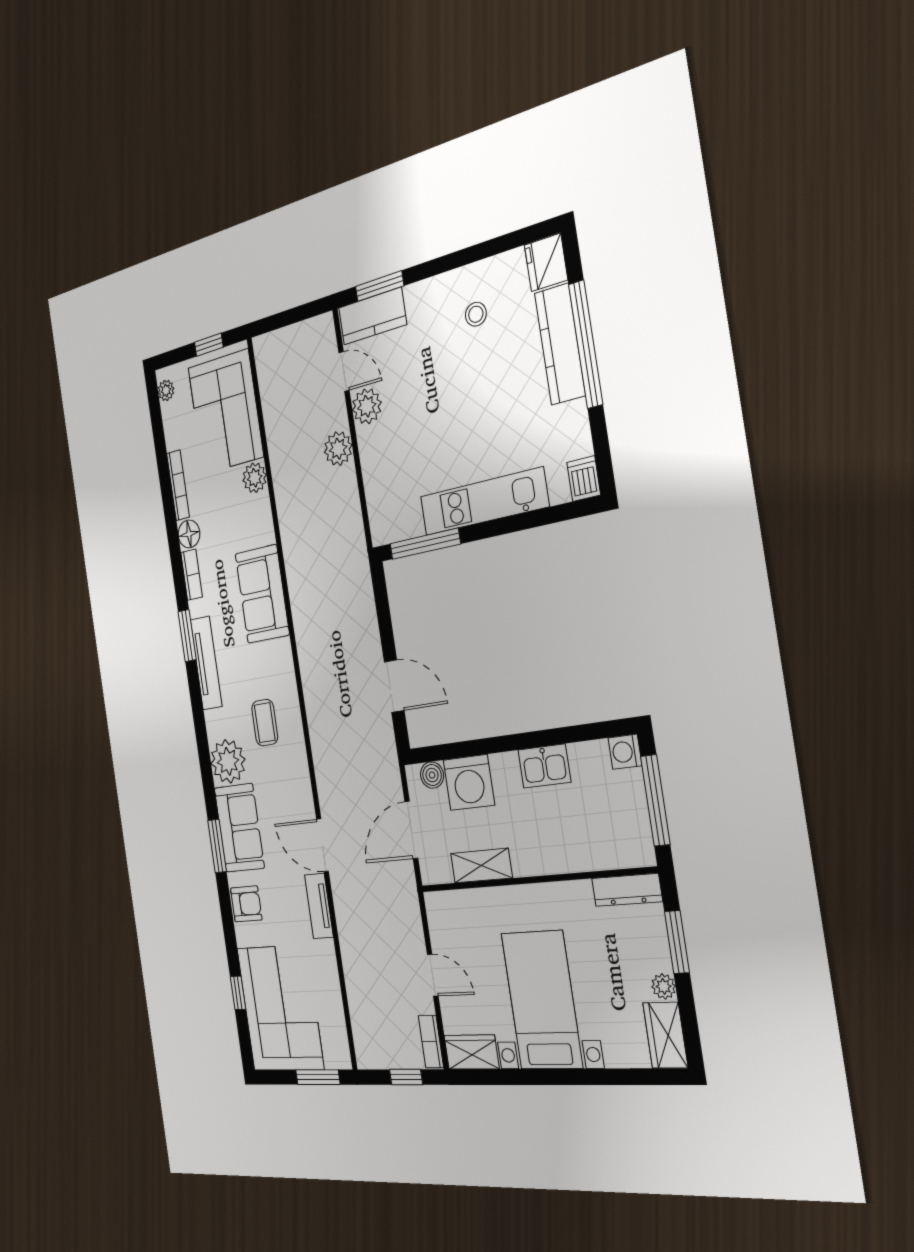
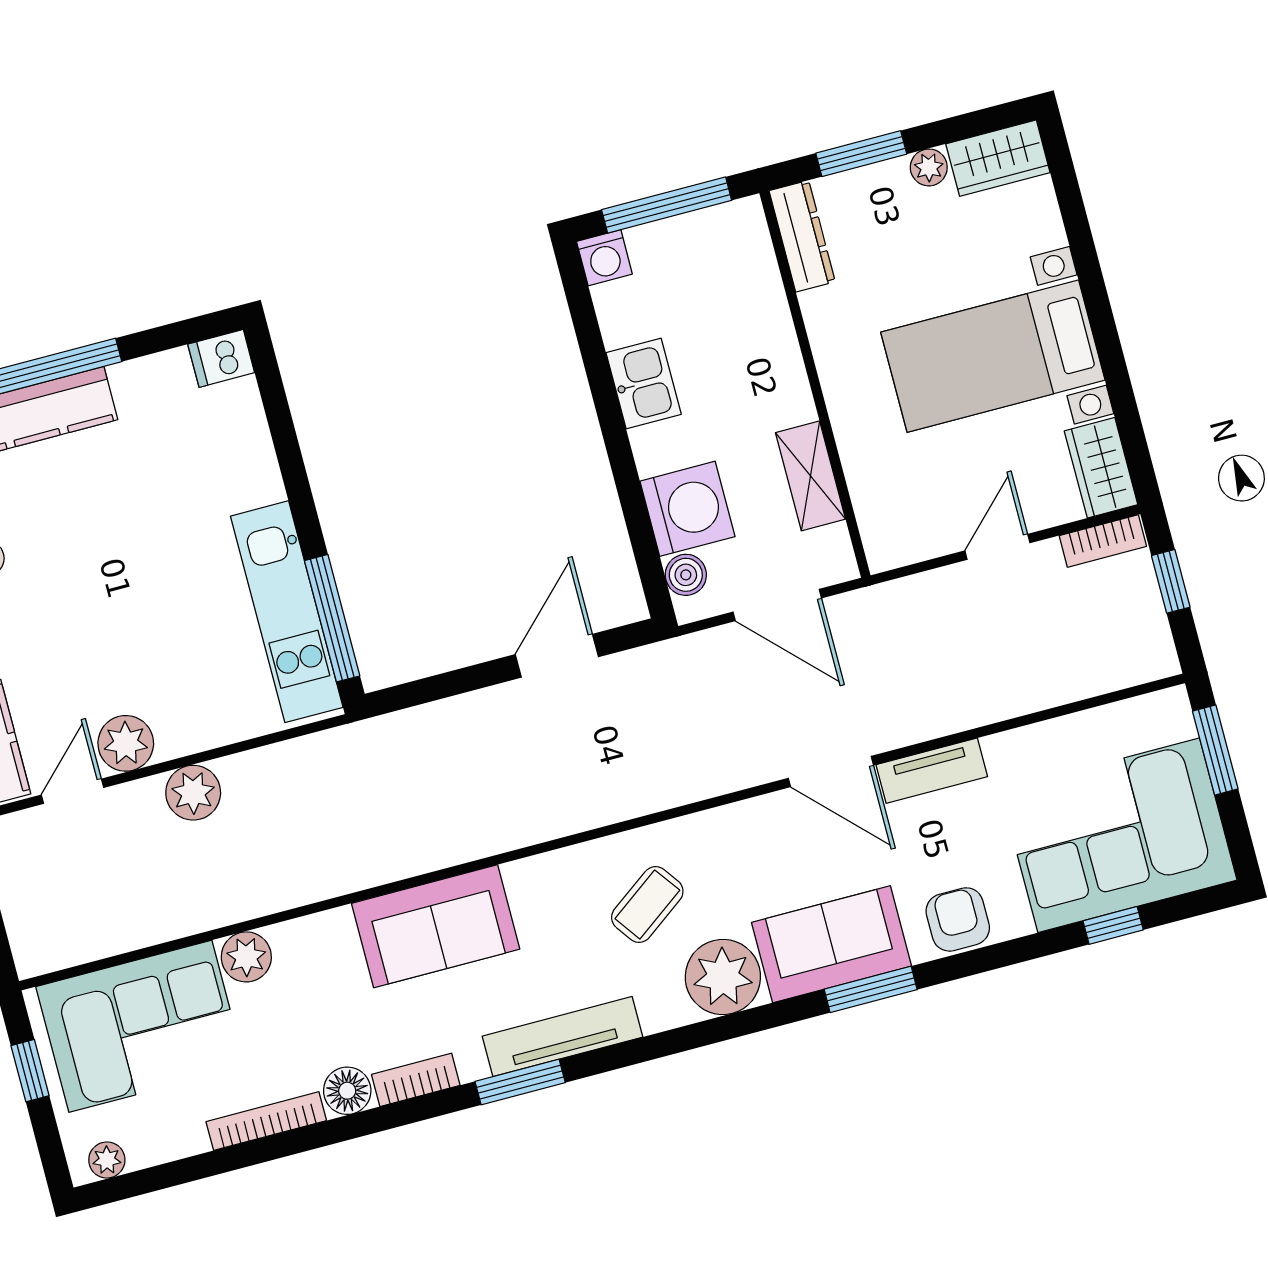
kitchen unit: (484, 502) -> (287, 612), moved
coffee table: (265, 723) -> (647, 904), turned -36
door: (323, 845) -> (831, 772), hinge flipped

